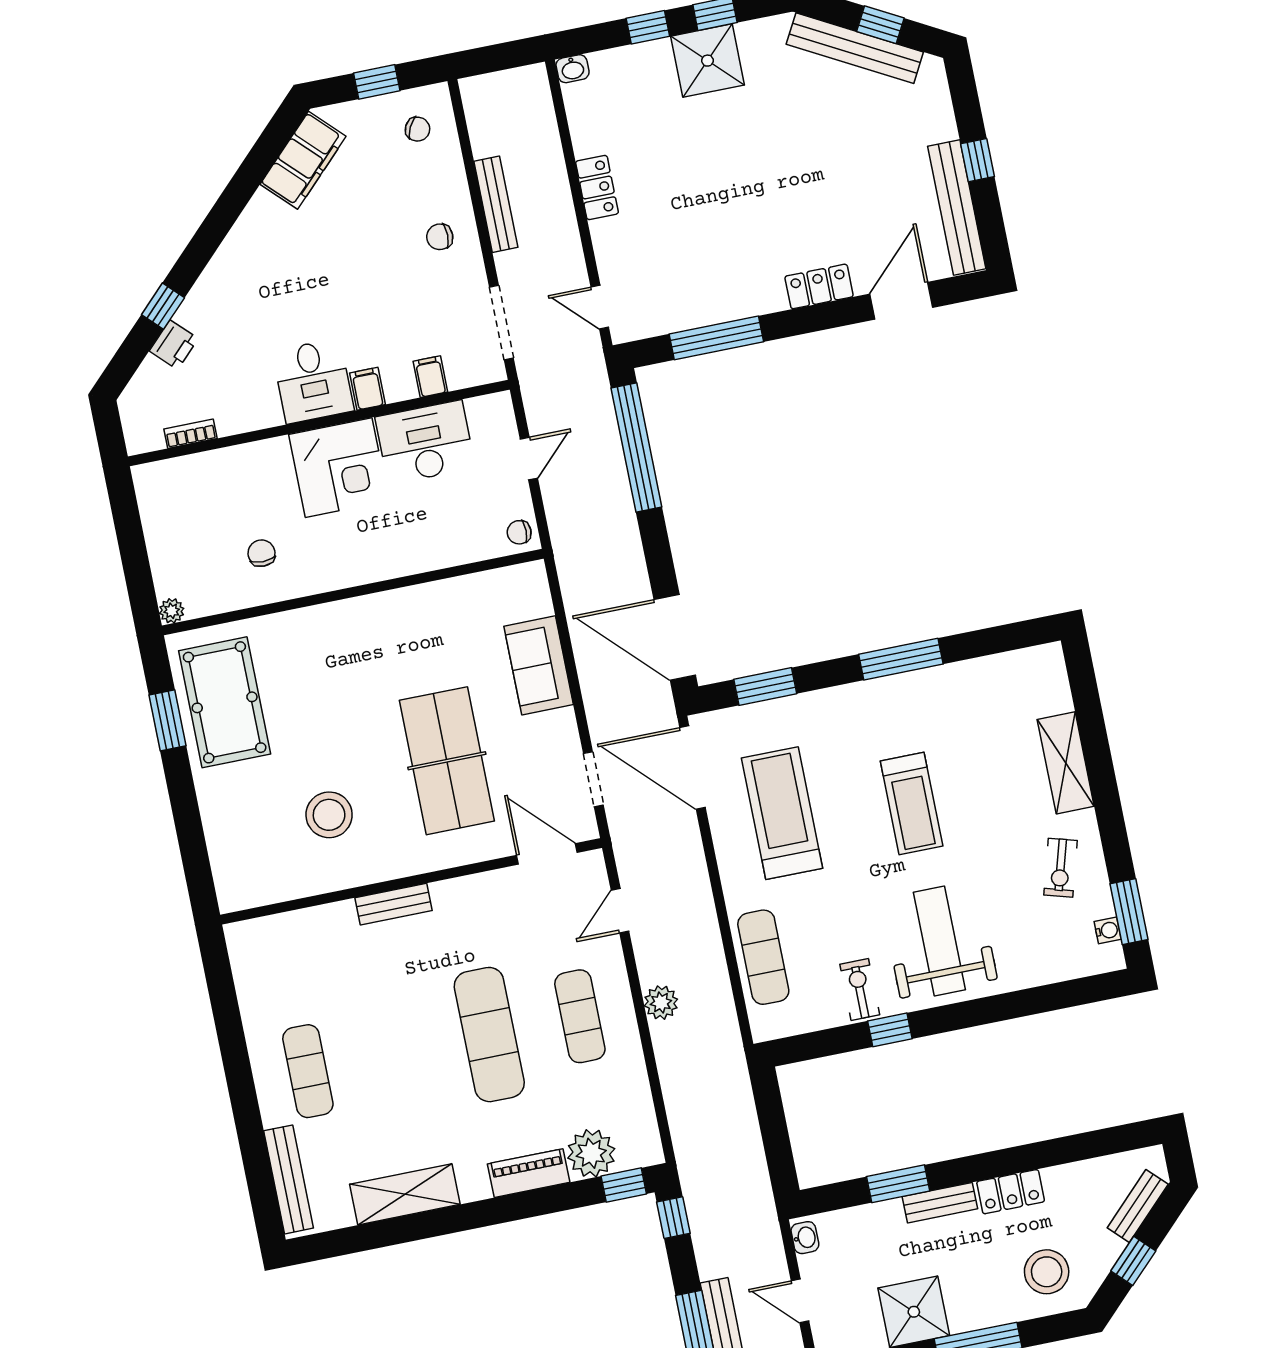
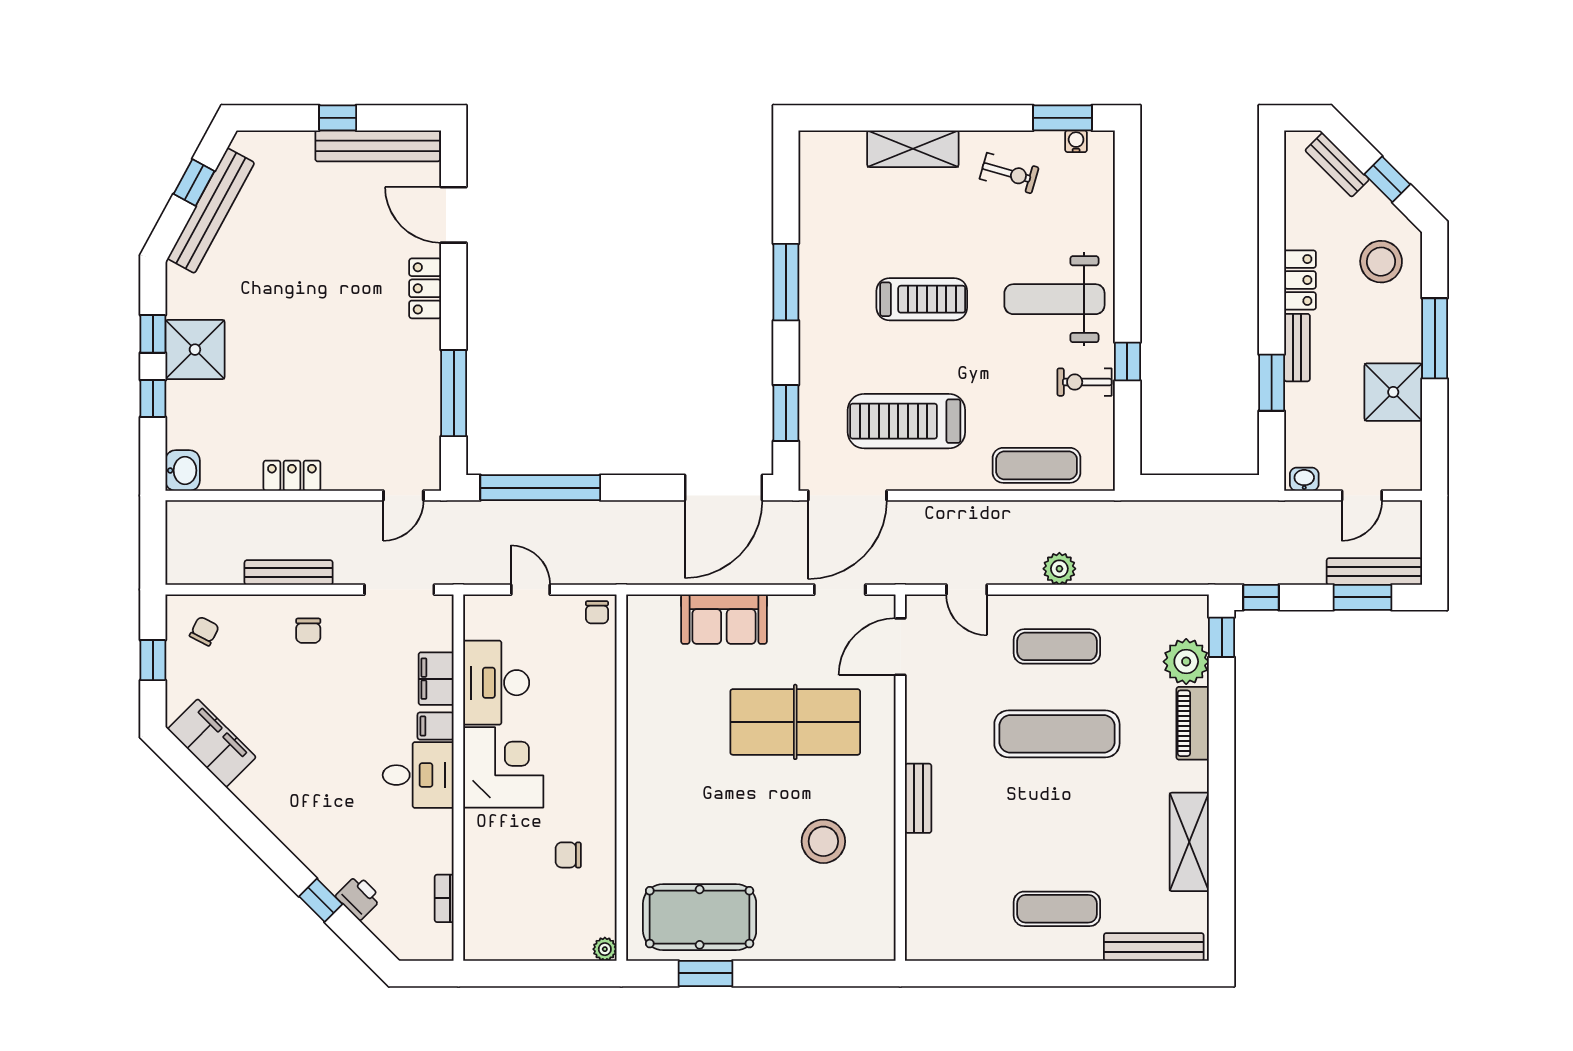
washbasin: (573, 69) -> (183, 470), width x1.38, depth x1.45
filing cabinet: (430, 377) -> (436, 679), width x2.00

